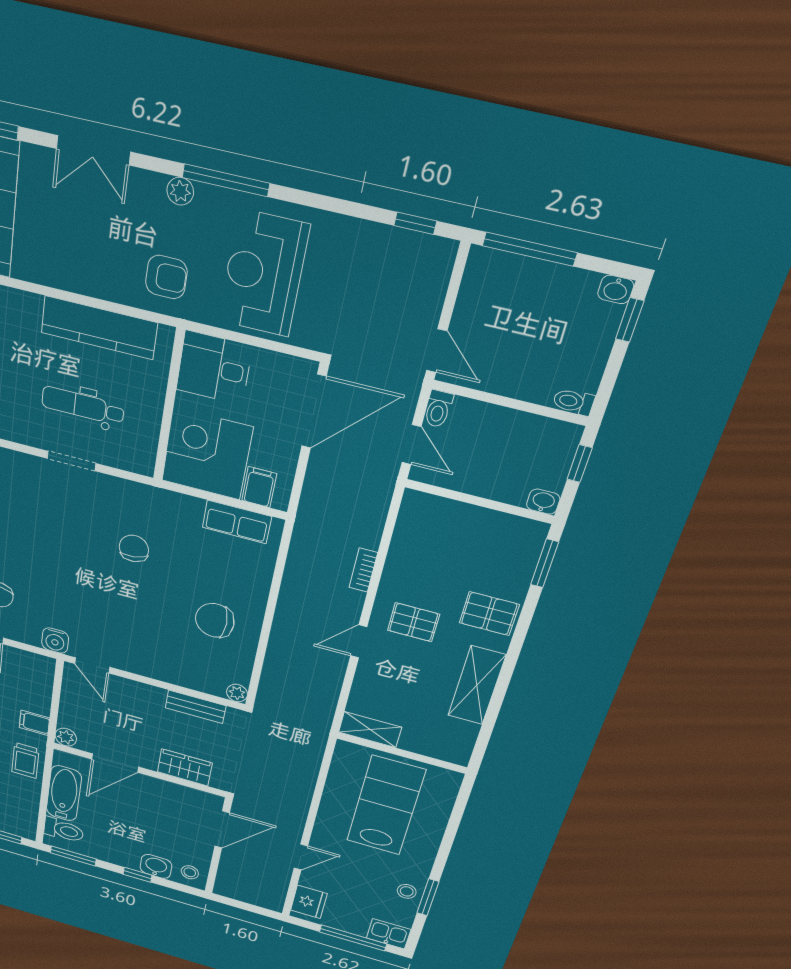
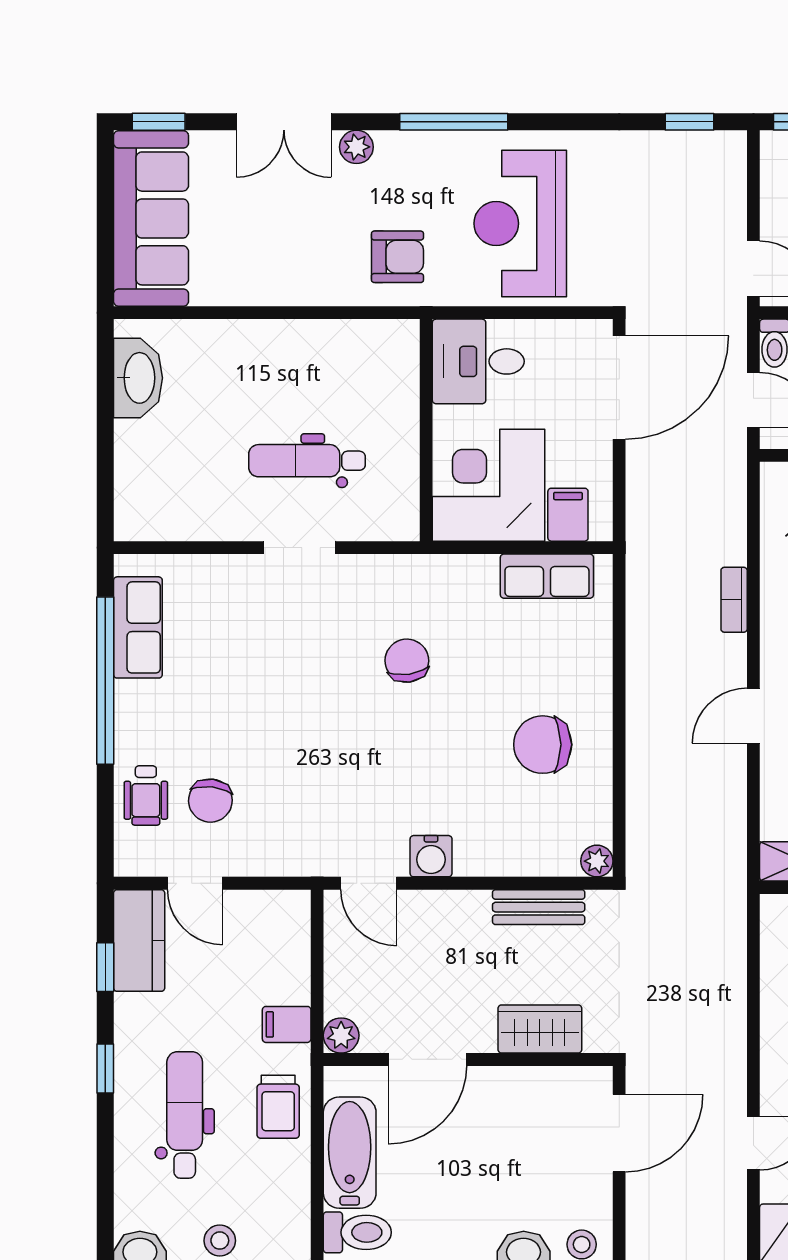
plant: (180, 191) -> (356, 147), moved
kitchen counter: (99, 328) -> (317, 345), removed
water cooler: (55, 641) -> (431, 856), moved

